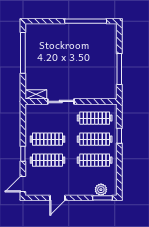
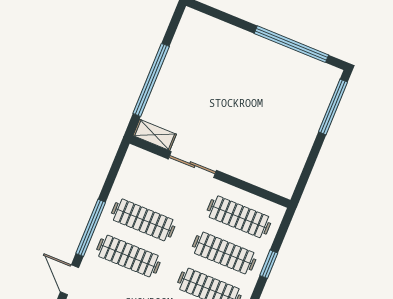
window: (23, 53) -> (151, 80), moved
window: (119, 69) -> (333, 107), moved
window: (23, 154) -> (91, 228), width x2.17
door: (23, 184) -> (70, 280), hinge flipped

